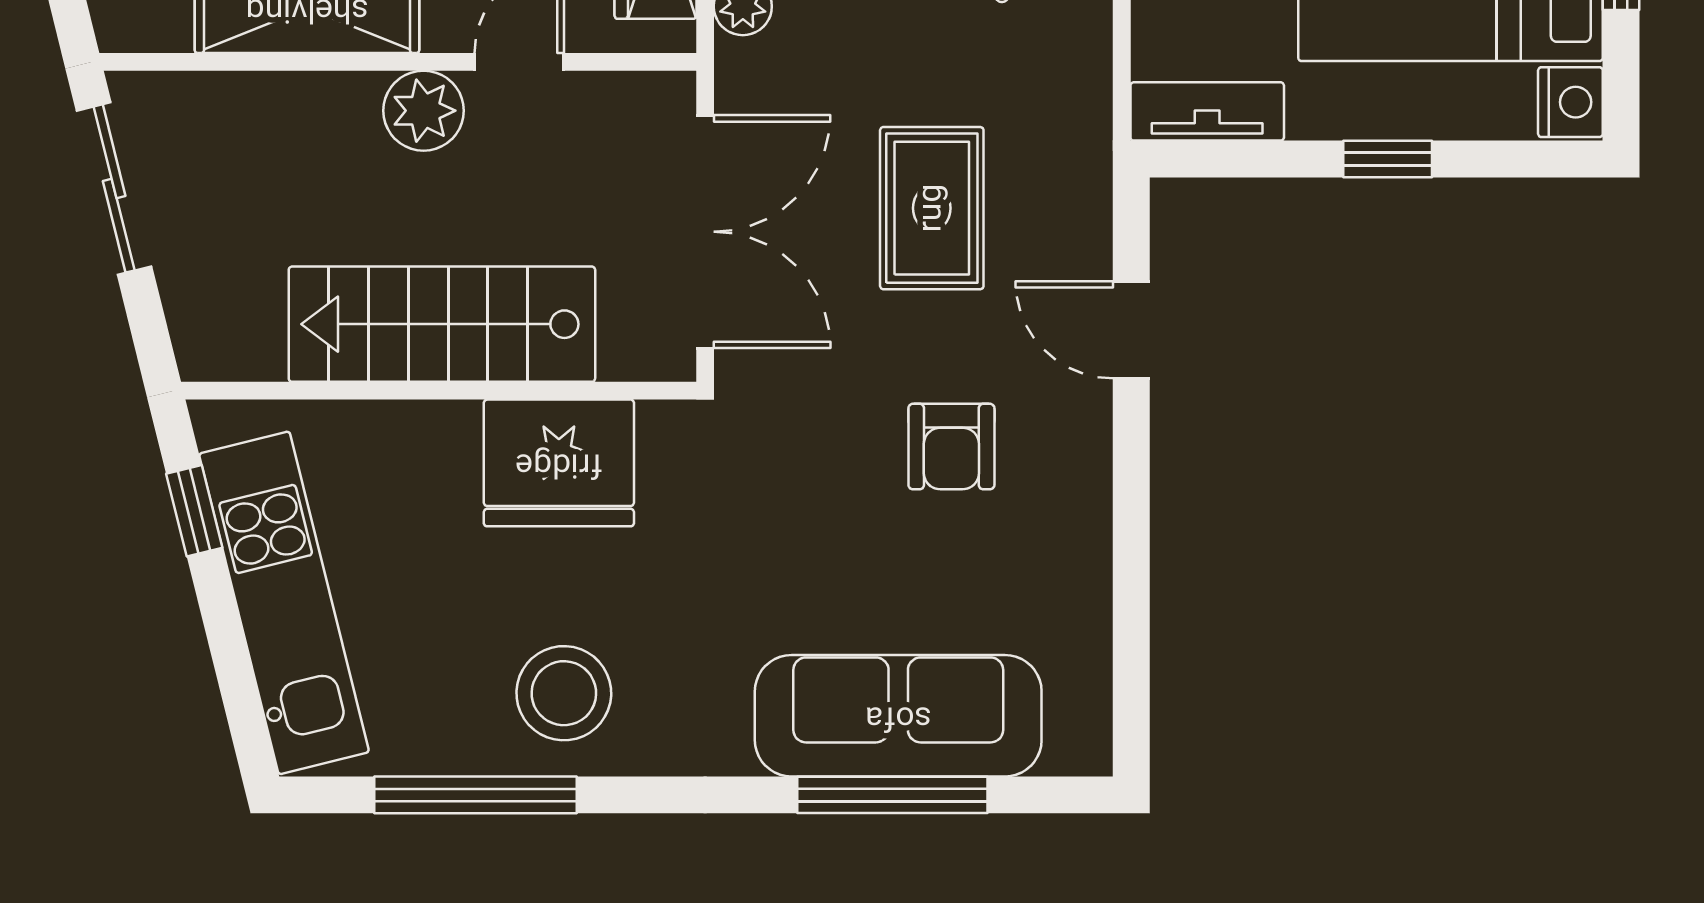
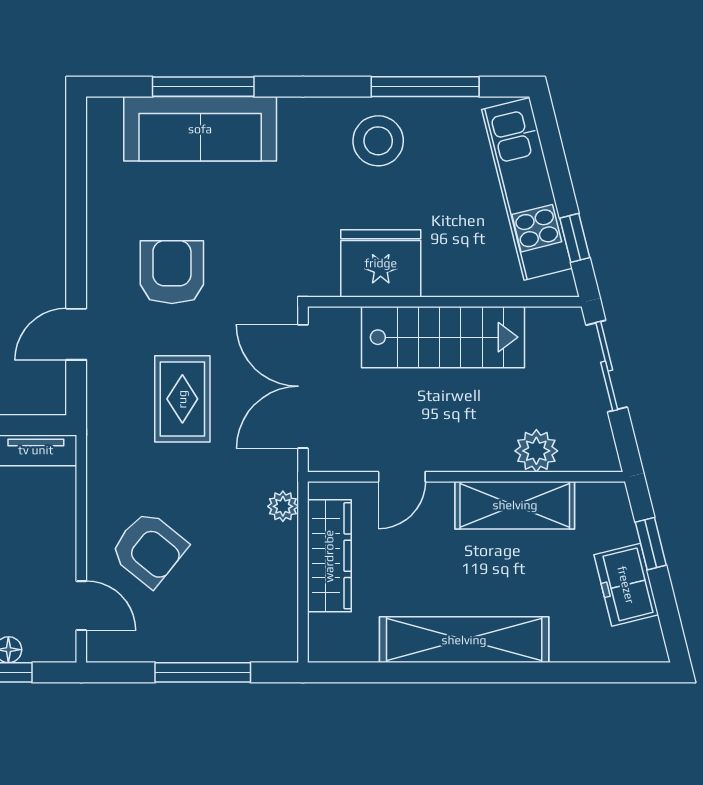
plant: (424, 111) -> (536, 451), moved
sliding door: (114, 188) -> (607, 366), moved
door: (1131, 330) -> (76, 334), swing flipped
armchair: (951, 447) -> (172, 272), width x1.38, depth x1.38

